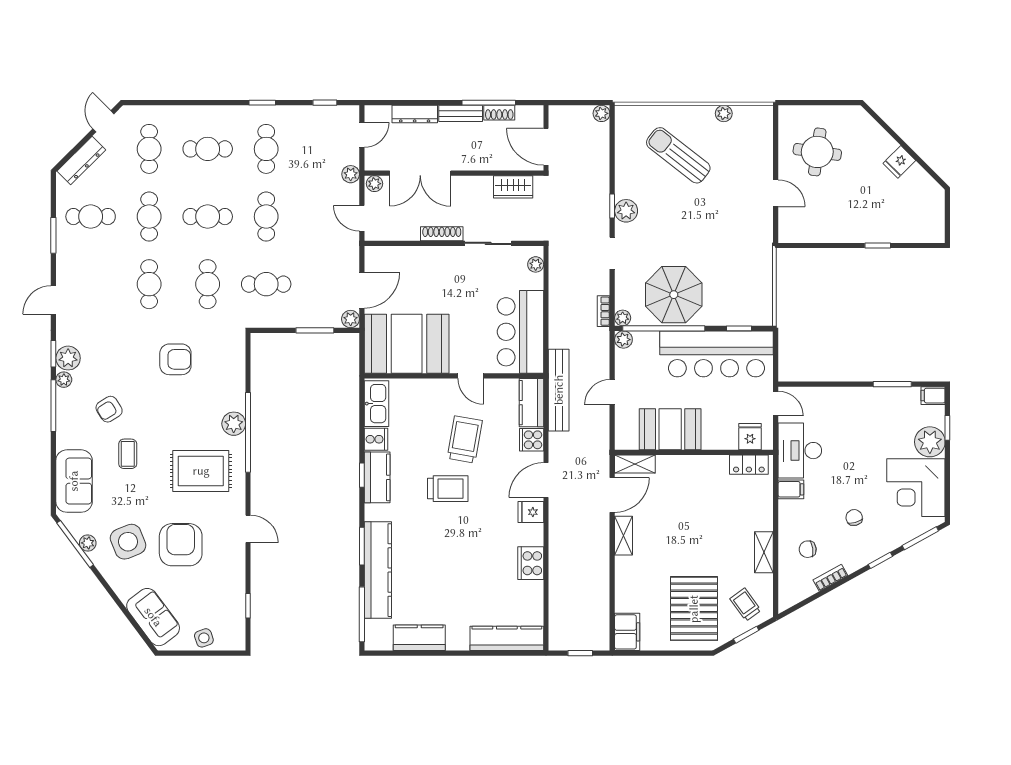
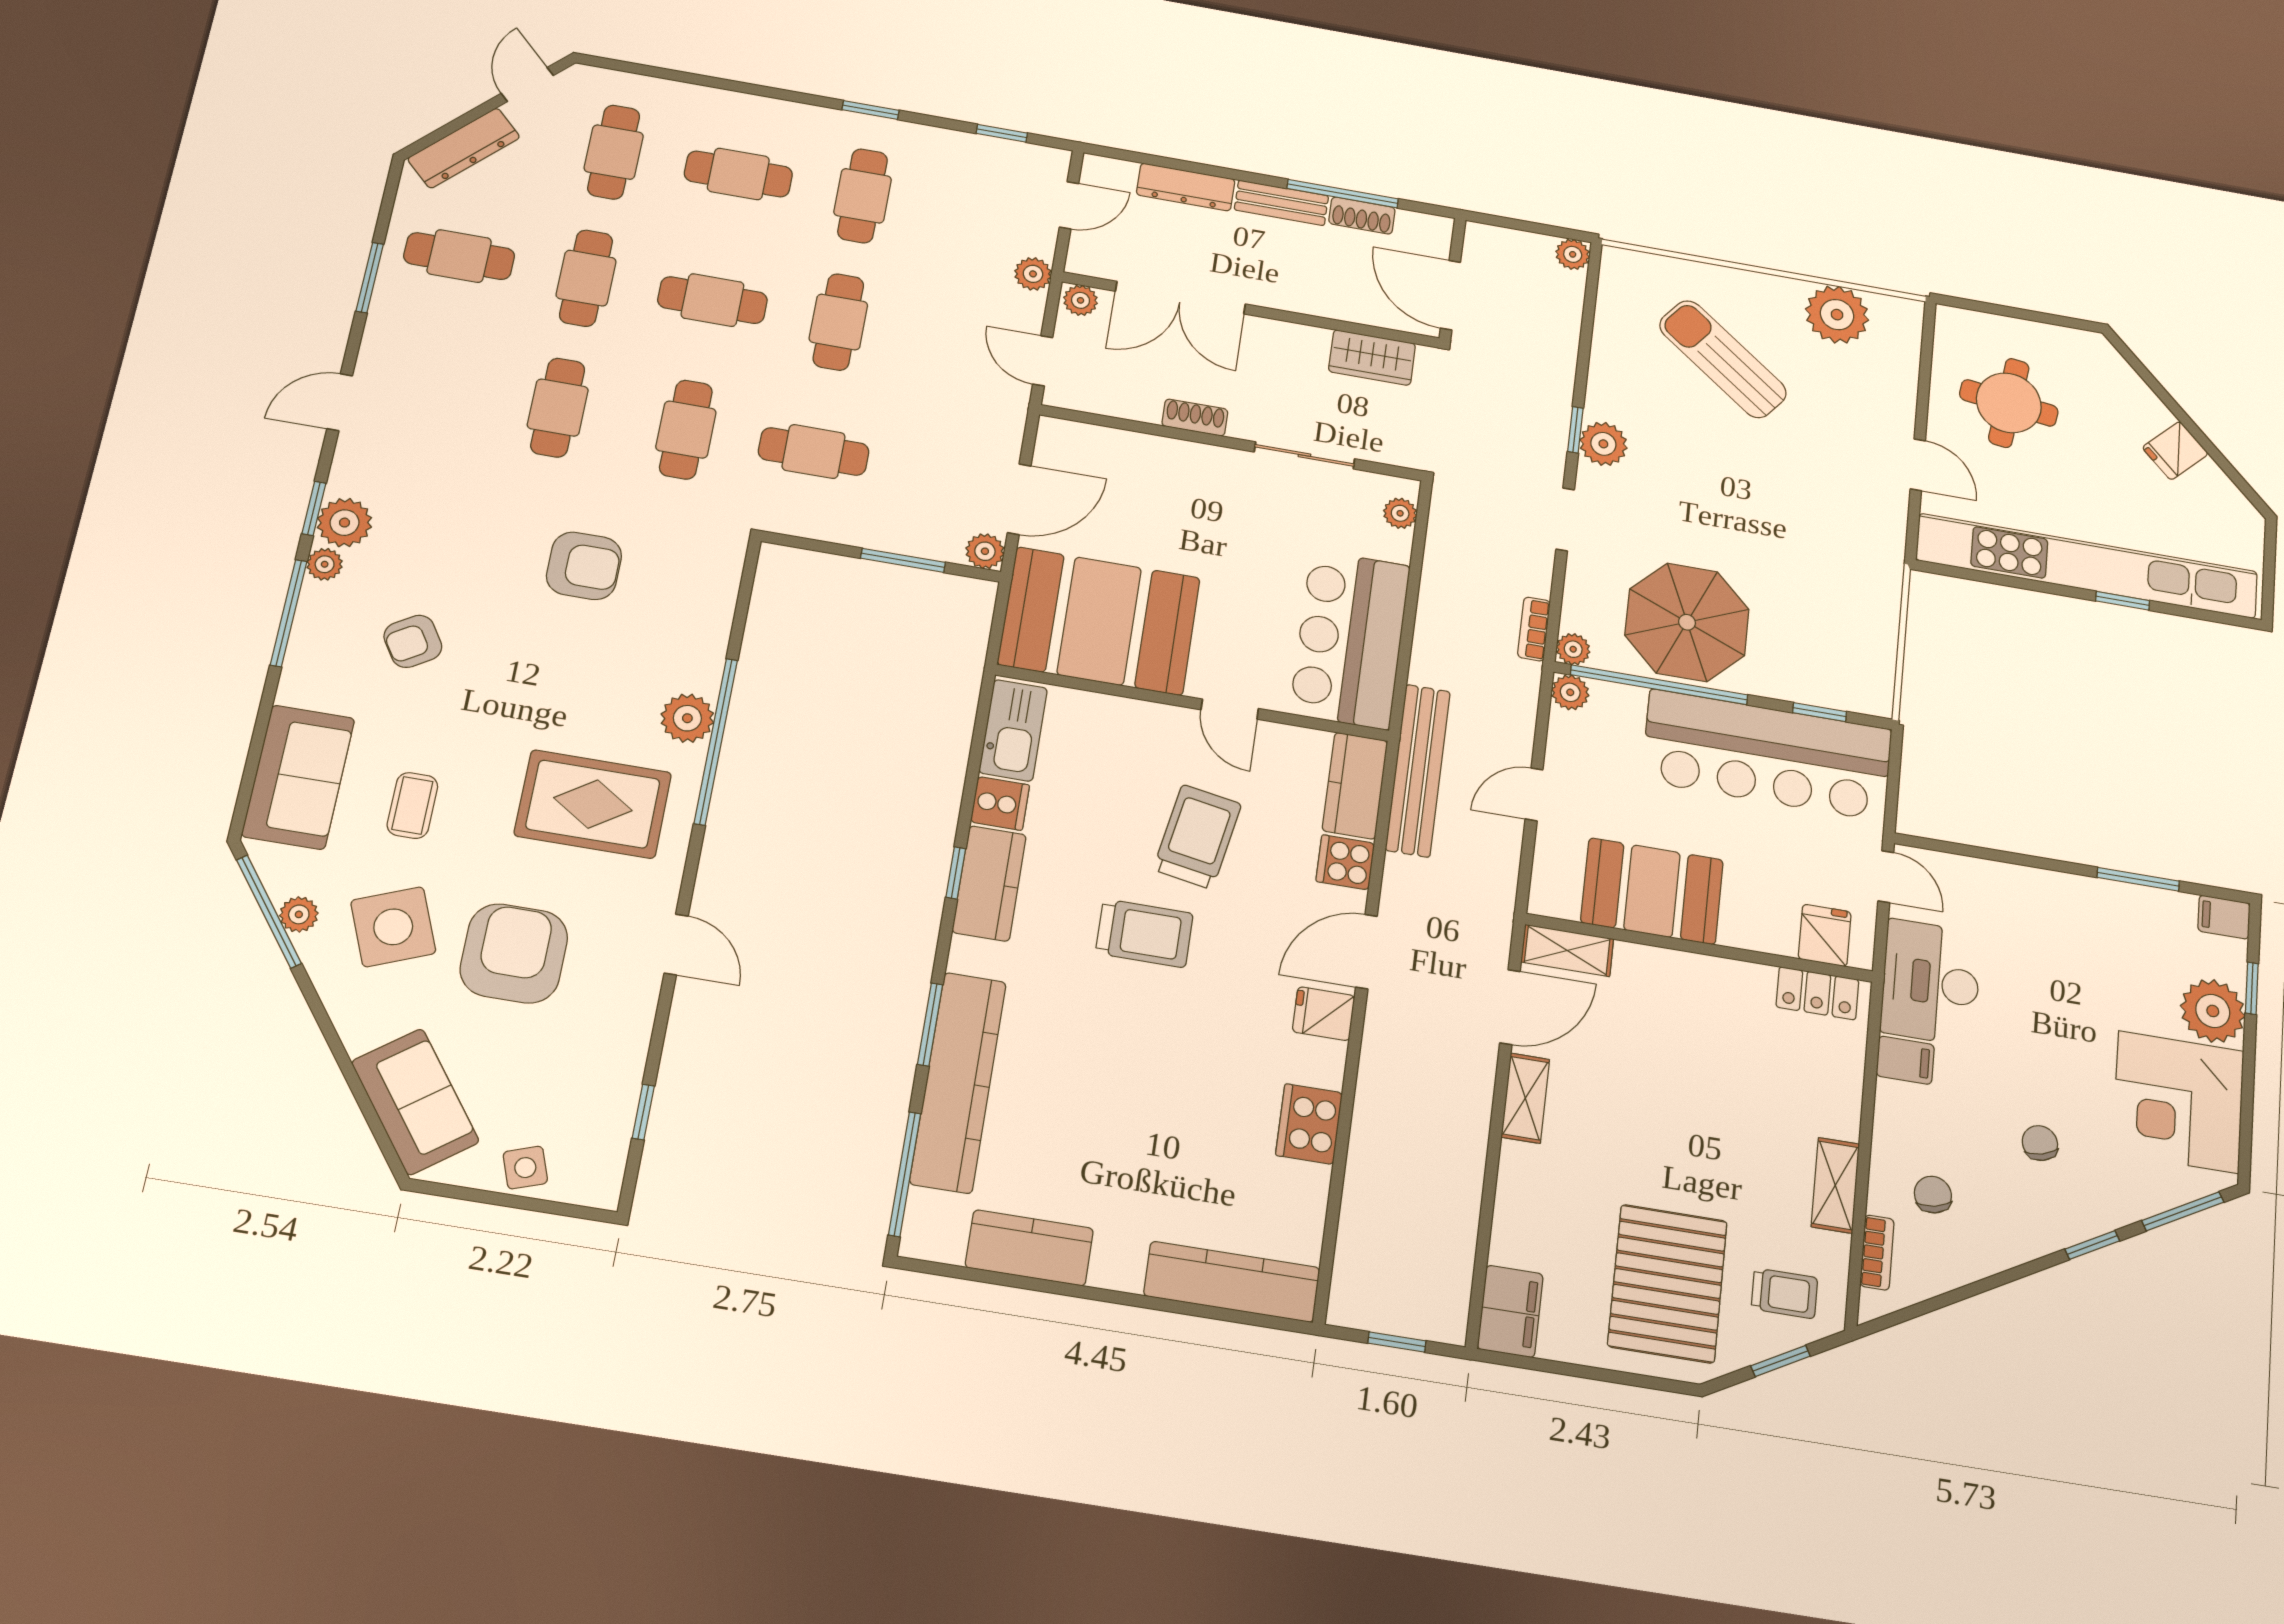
plant: (724, 113) -> (1837, 315), width x1.87, depth x1.87
kitchen unit: (860, 231) -> (2087, 566), added
shoe rack: (442, 234) -> (1195, 418), width x0.70
coffee table: (128, 454) -> (412, 805), moved
chair: (808, 549) -> (1933, 1195), turned 86
bookcase: (830, 578) -> (1877, 1253), moved, turned 119
trolley: (745, 605) -> (1784, 1293), turned 126

